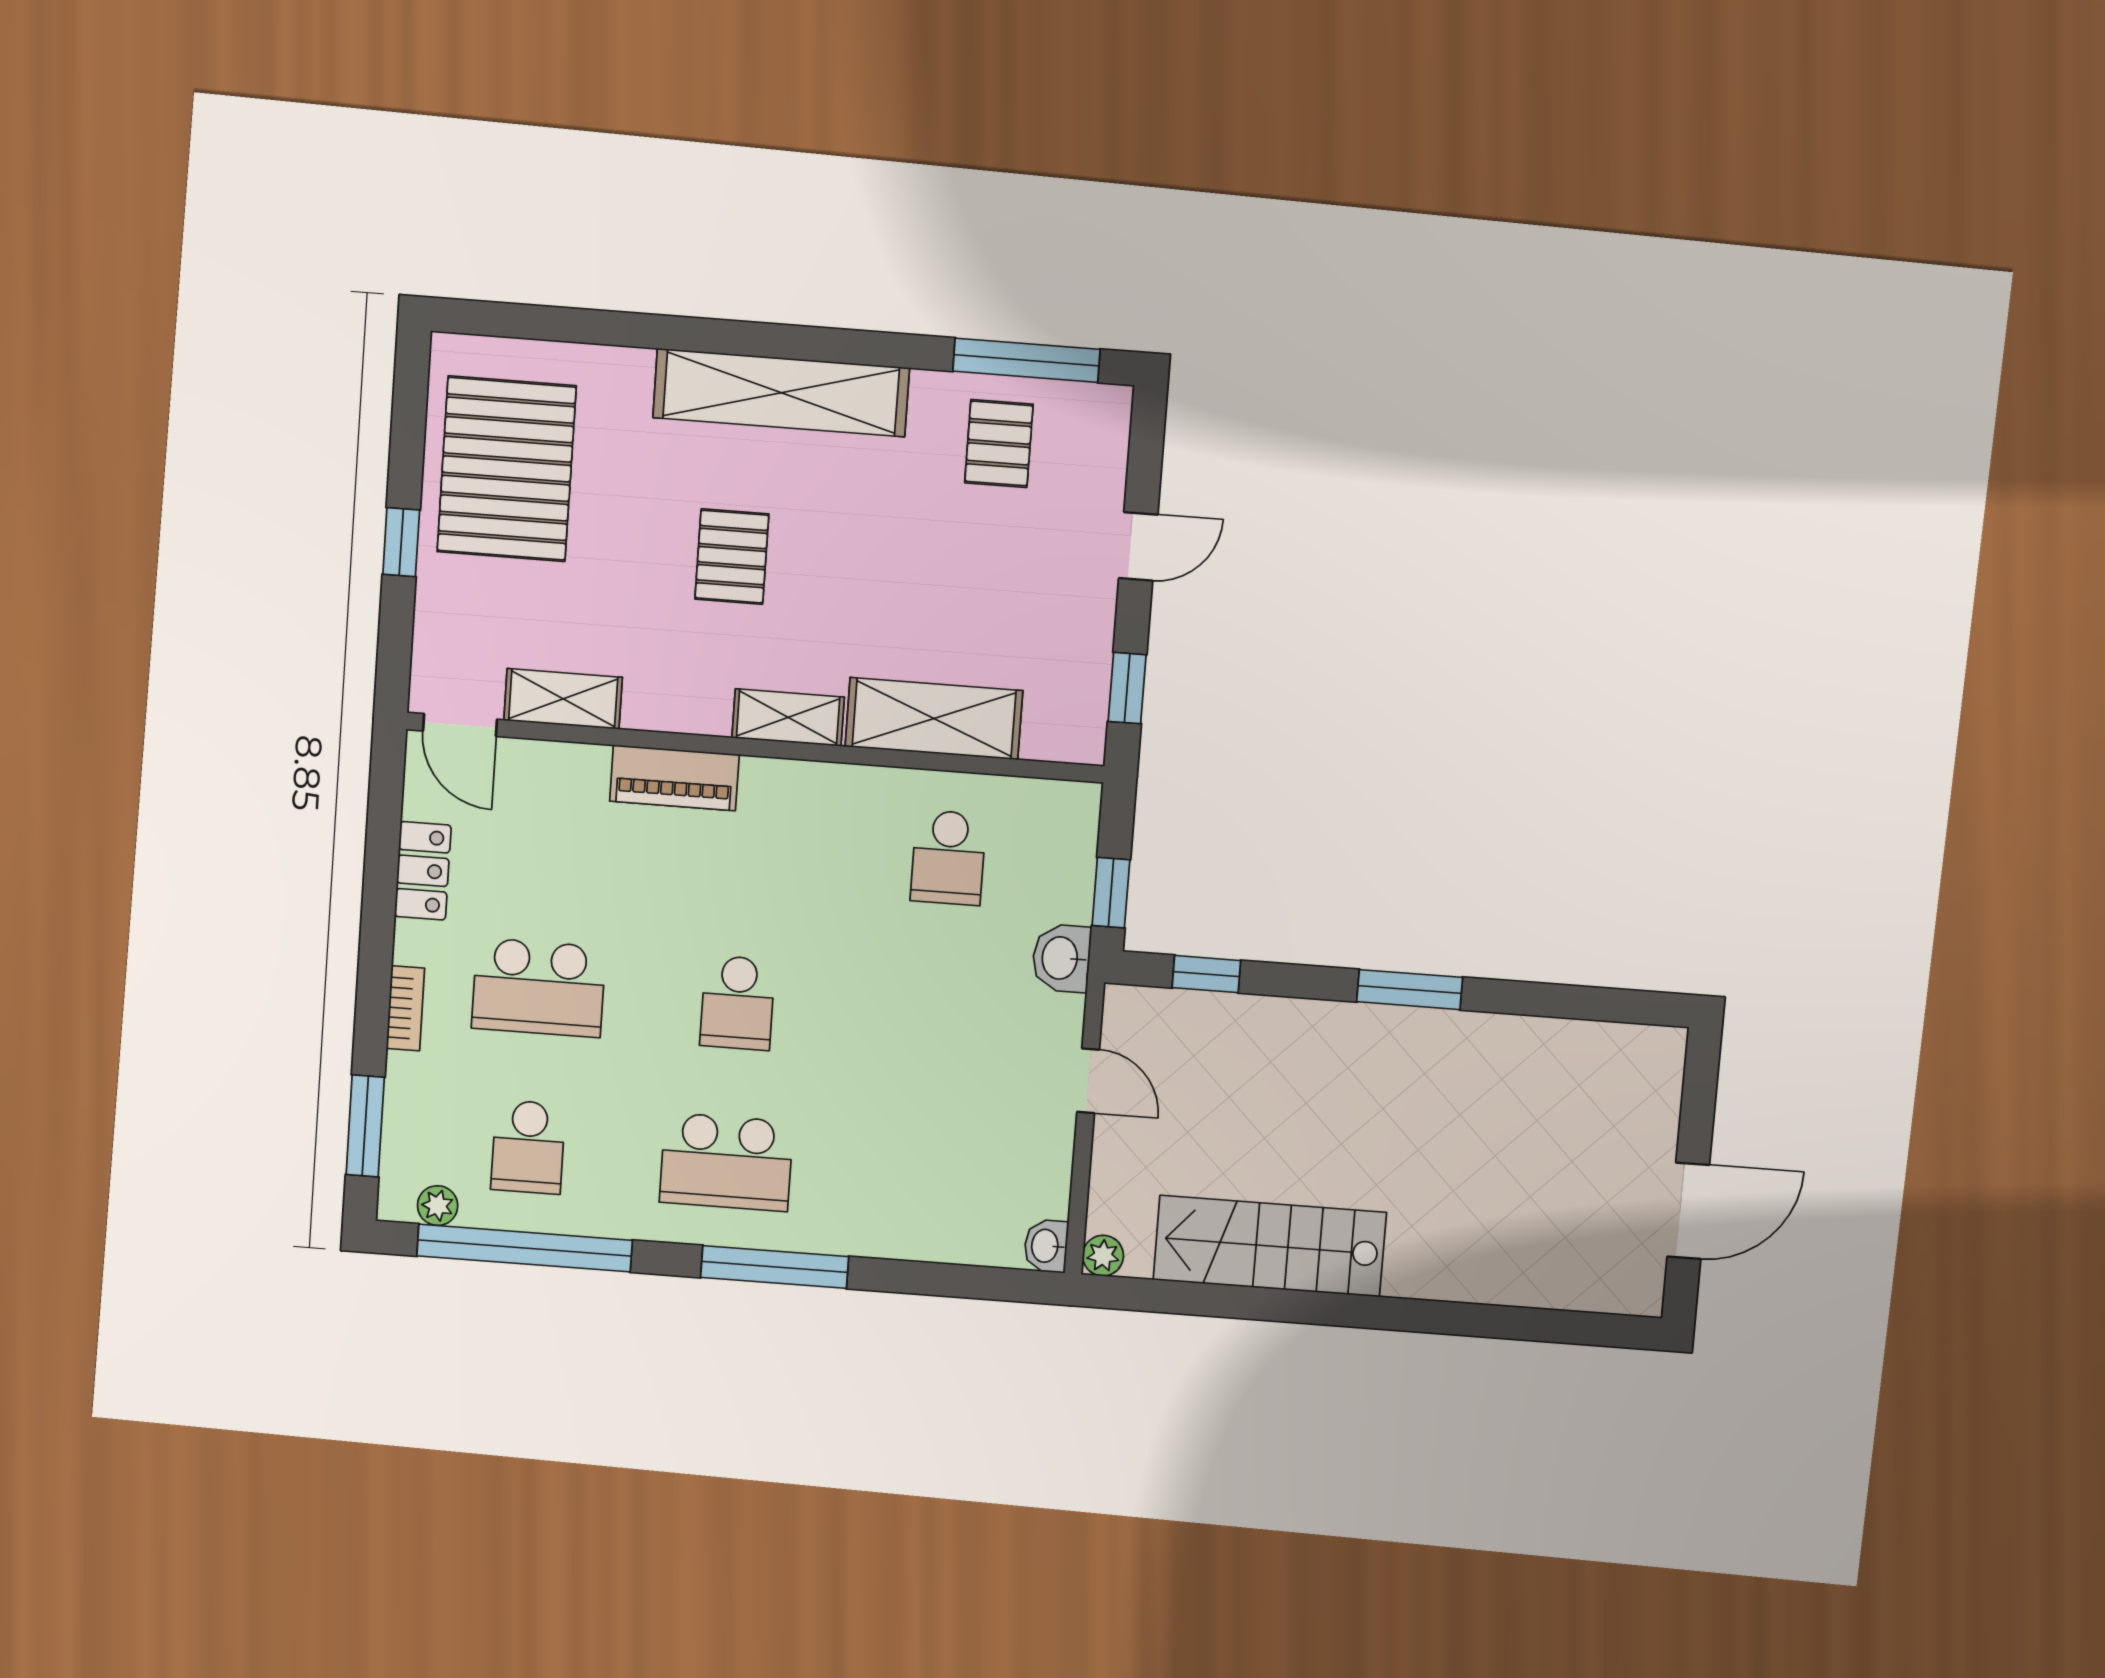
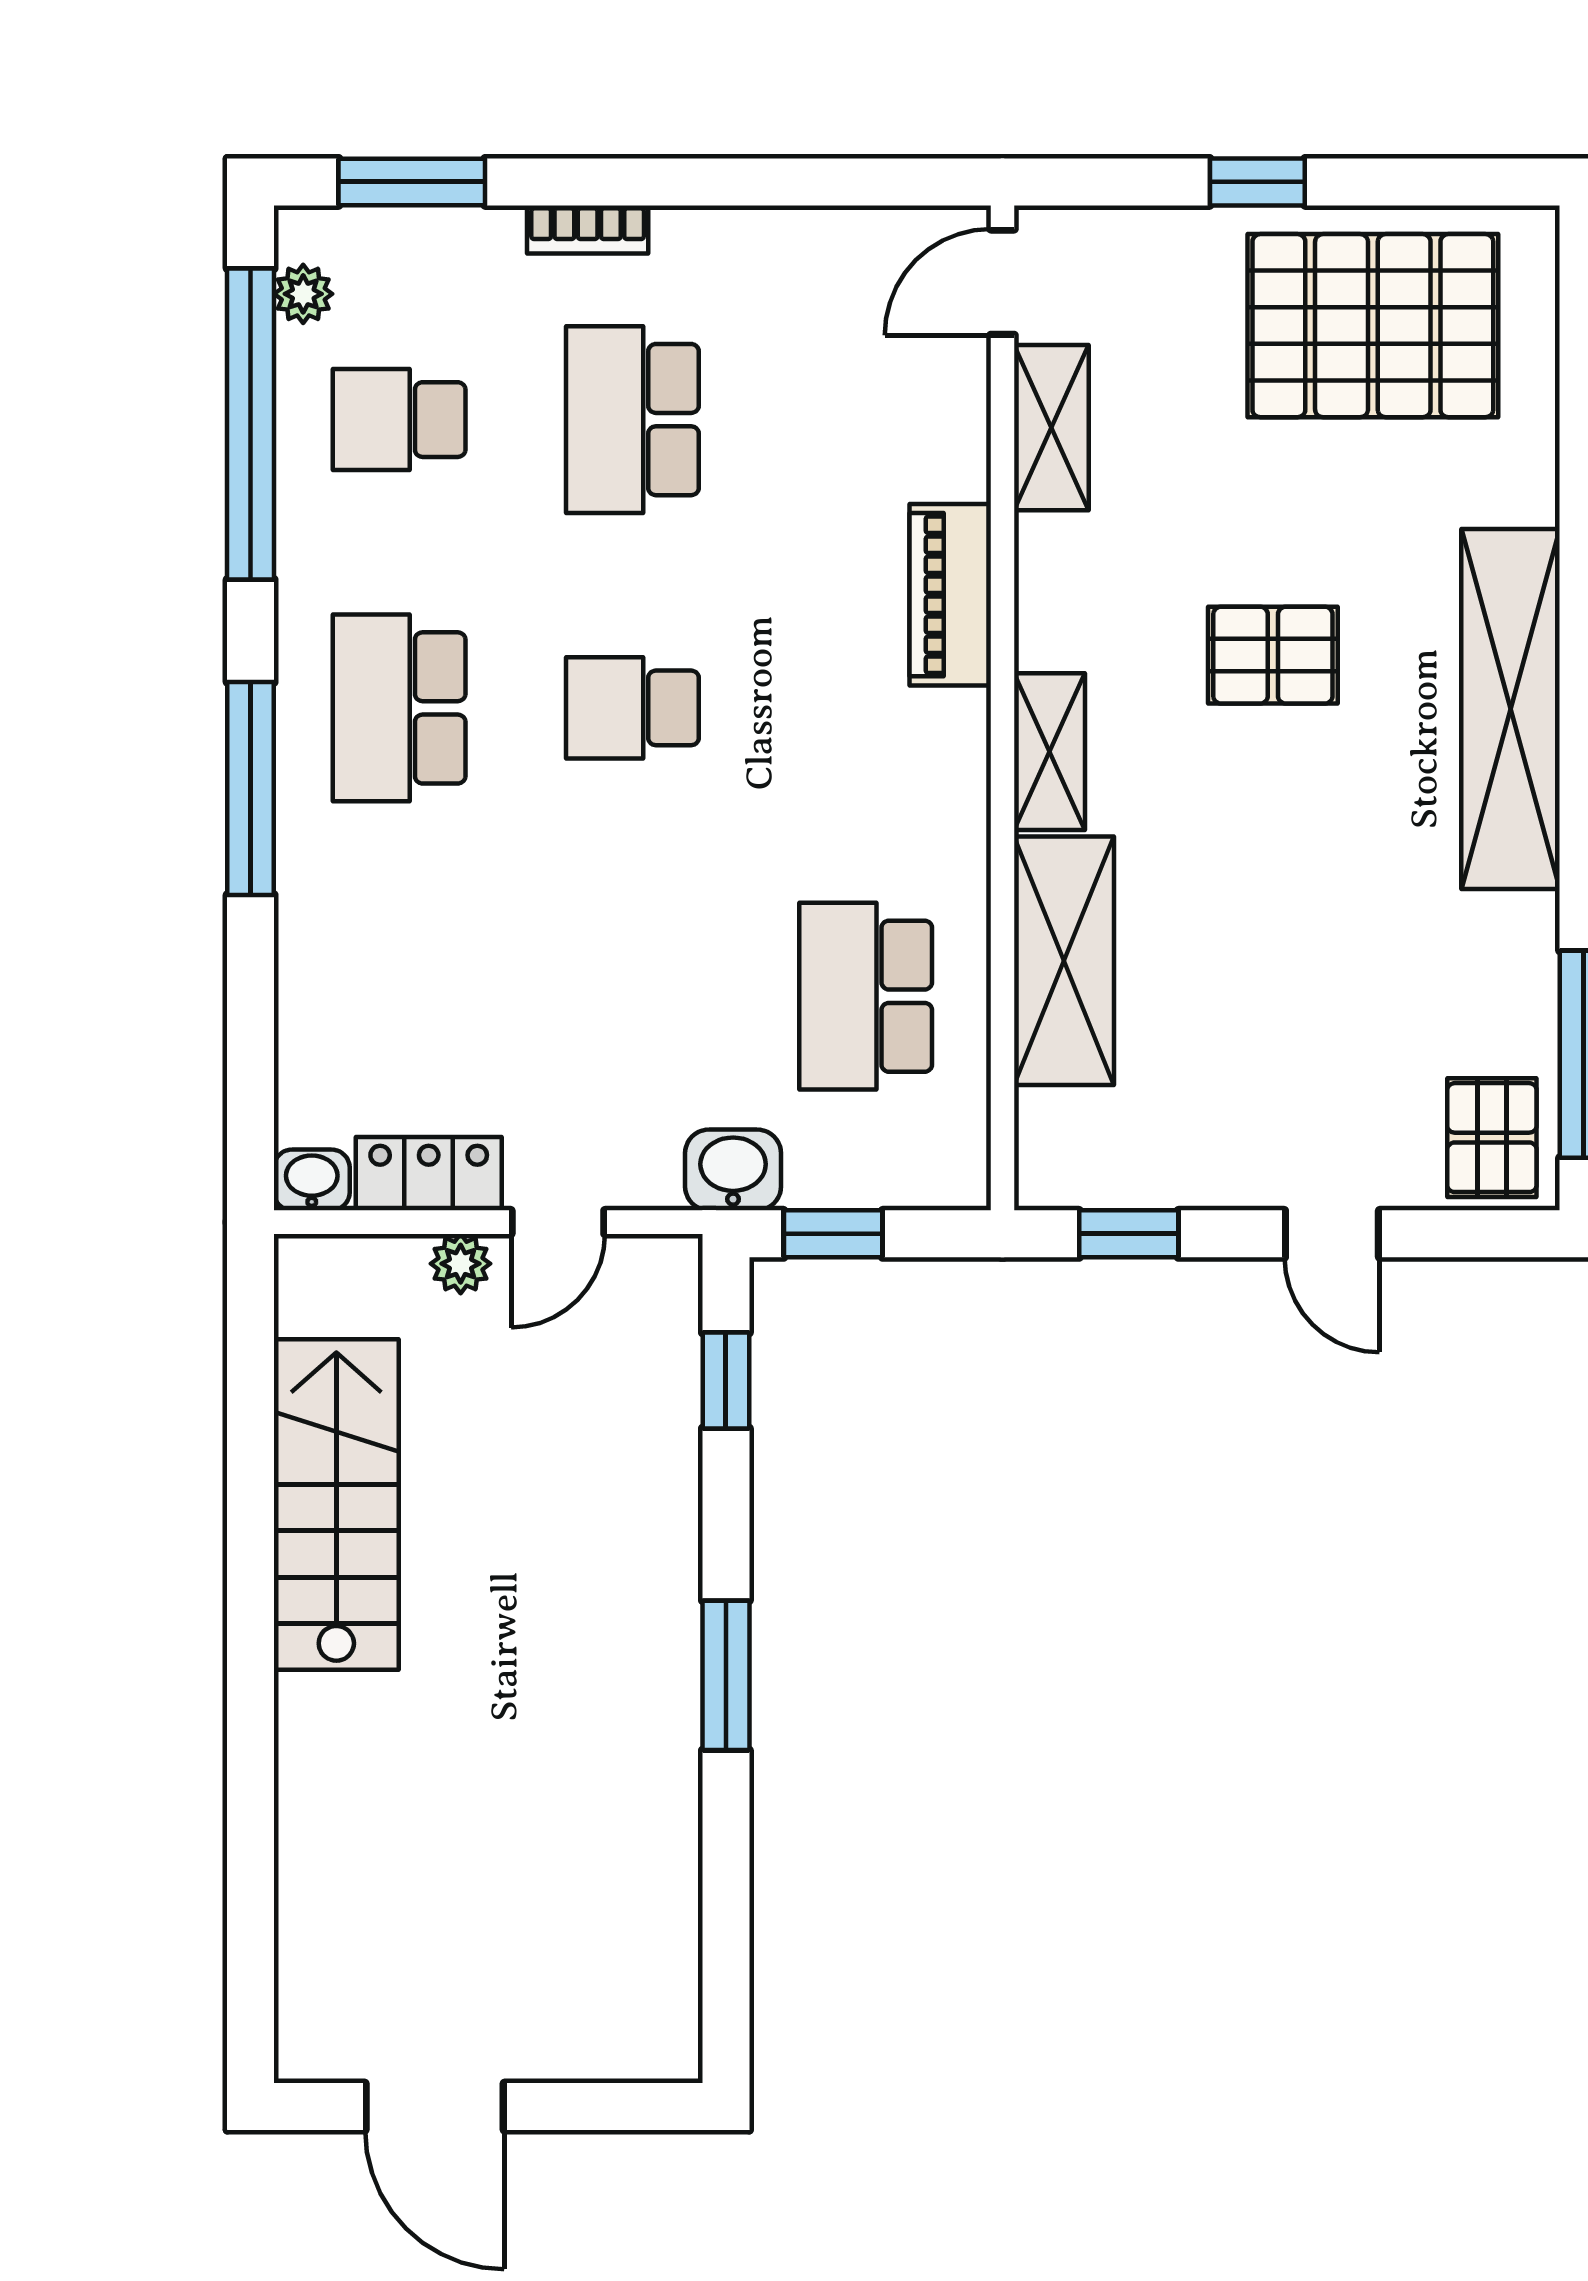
pallet: (999, 443) -> (1492, 1138), moved, turned 90
school desk: (948, 858) -> (866, 996), width x1.85
locker: (423, 871) -> (429, 1174), moved, turned 180
plant: (1103, 1256) -> (461, 1264), moved

